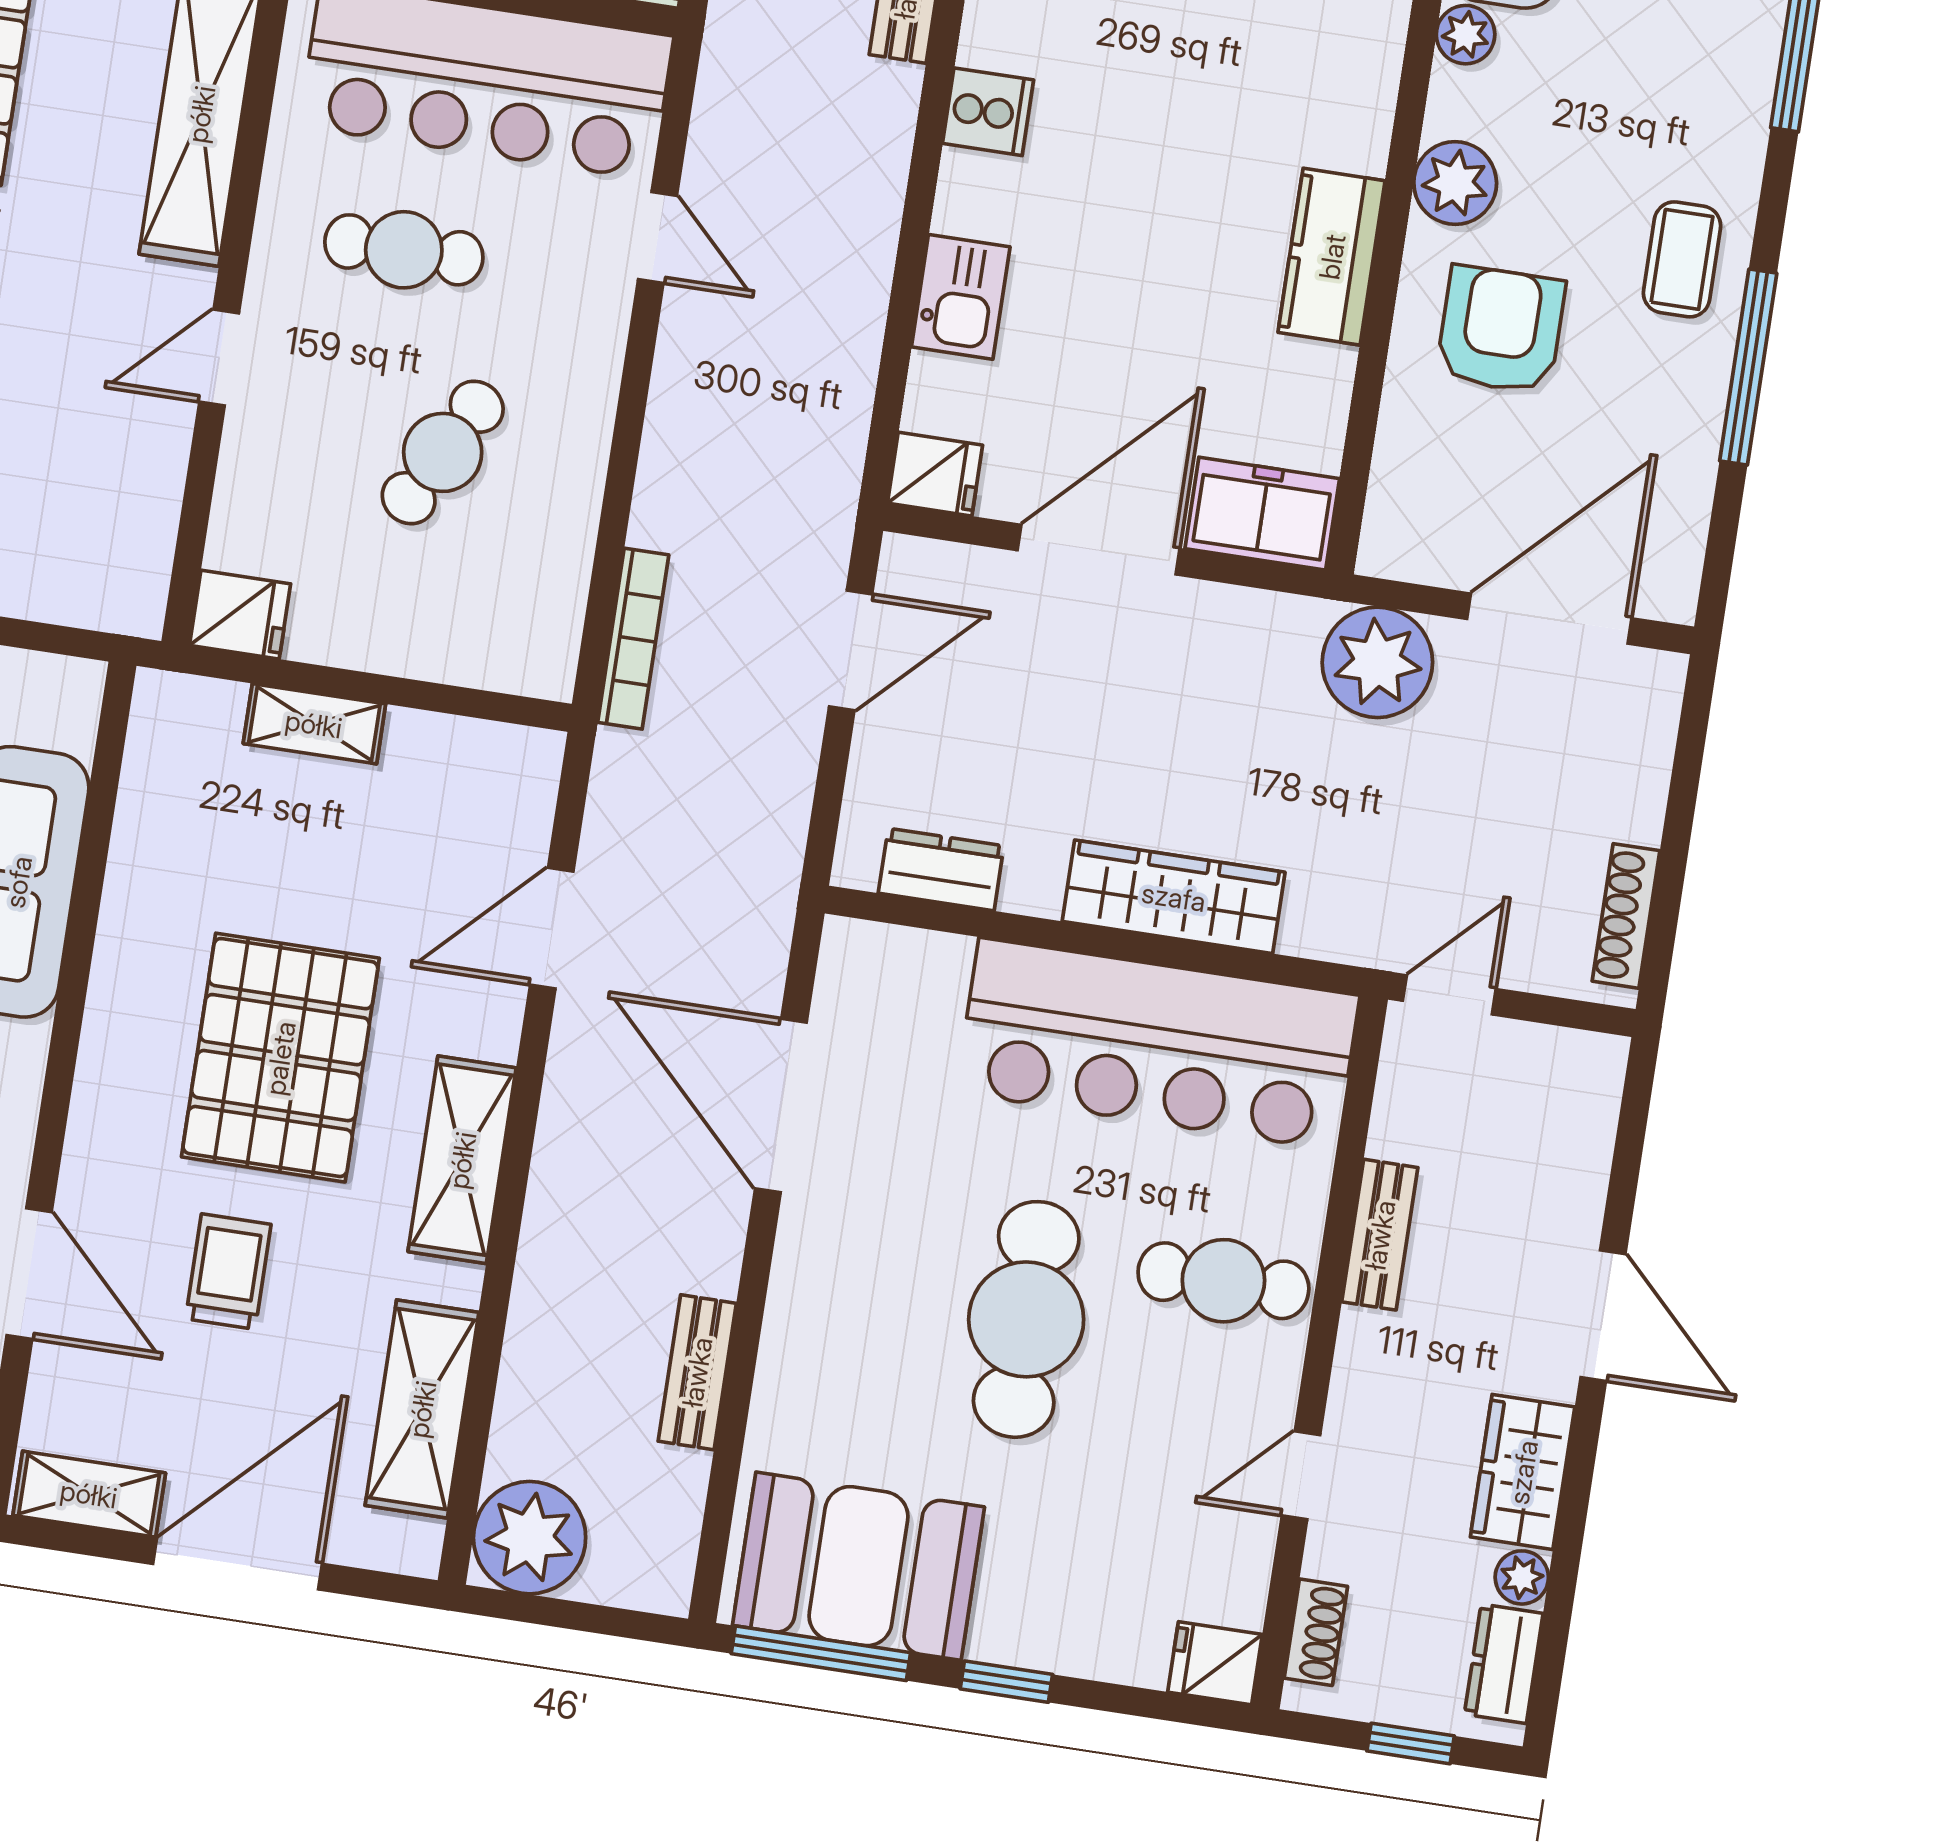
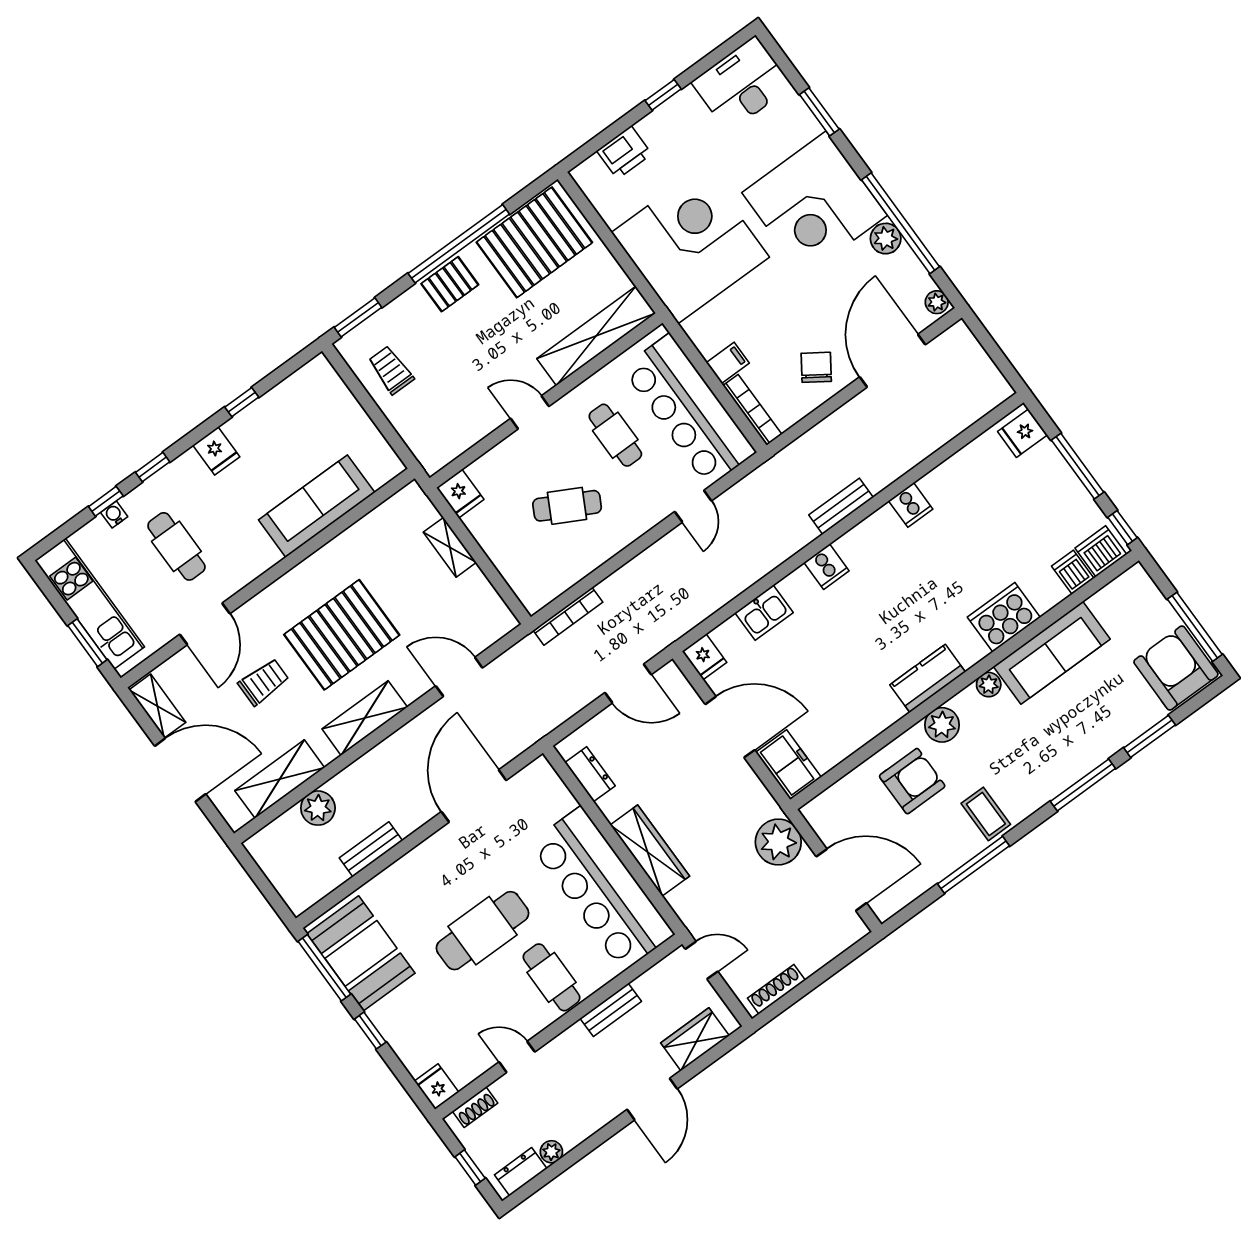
kitchen counter: (1332, 257) -> (928, 678), moved
coffee table: (1682, 259) -> (986, 814), turned 90
wardrobe: (1523, 1472) -> (695, 1039), moved
plant: (530, 1538) -> (318, 808), moved, width x0.73, depth x0.73

